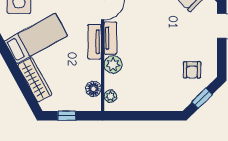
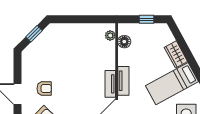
plant: (113, 64) -> (108, 62), removed
armchair: (192, 70) -> (44, 89), moved, turned 90
wardrobe: (35, 80) -> (176, 54), width x0.67

